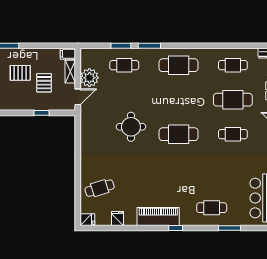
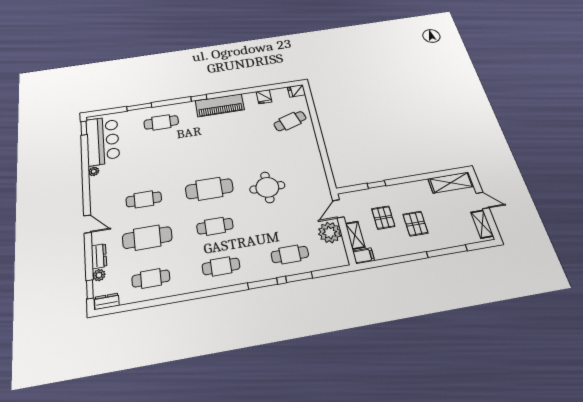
cafe table: (179, 65) -> (221, 266), width x0.73, depth x0.74
pallet: (20, 73) -> (415, 224), turned 90
cafe table: (179, 100) -> (215, 226), added

